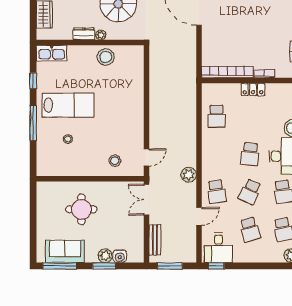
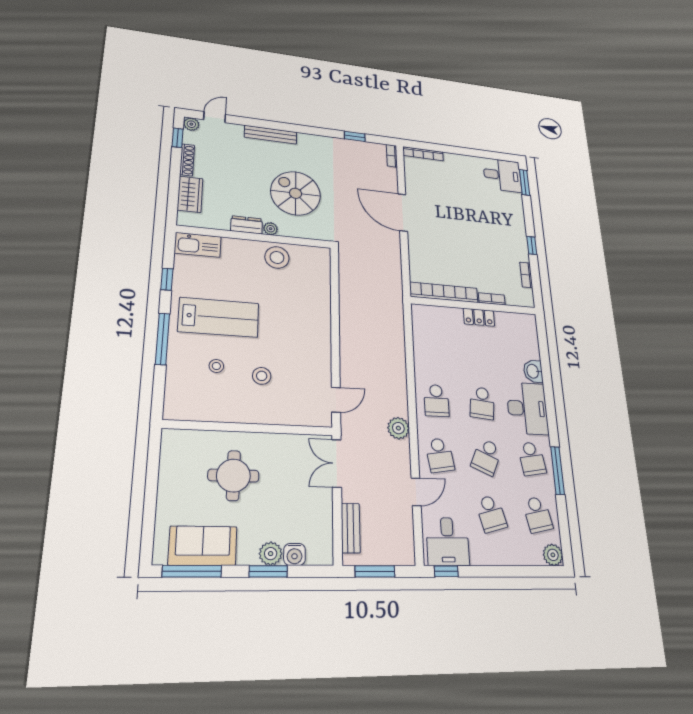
school desk: (217, 116) -> (436, 401), moved
stool: (115, 161) -> (262, 376), moved

